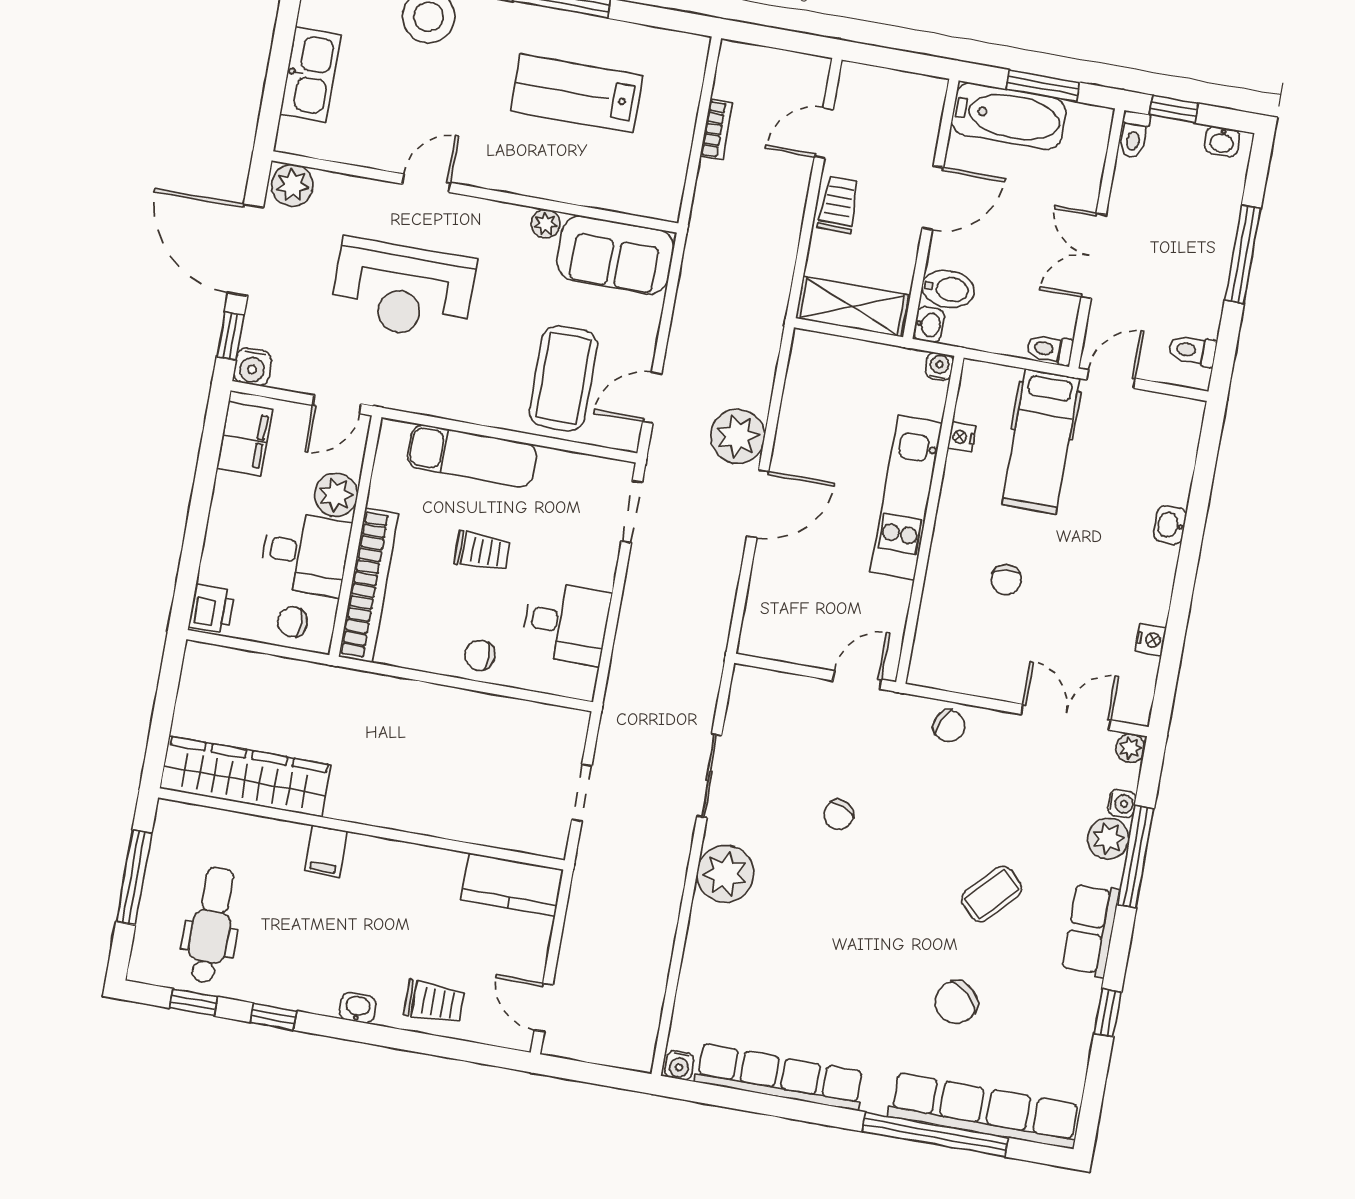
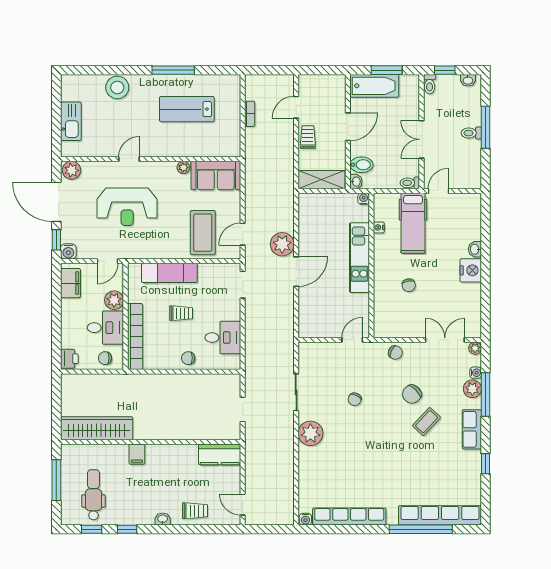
toilet: (1193, 351) -> (471, 133), moved
nightstand: (1151, 640) -> (471, 270), moved, width x1.89, depth x1.79
chair: (956, 1002) -> (412, 394), moved

